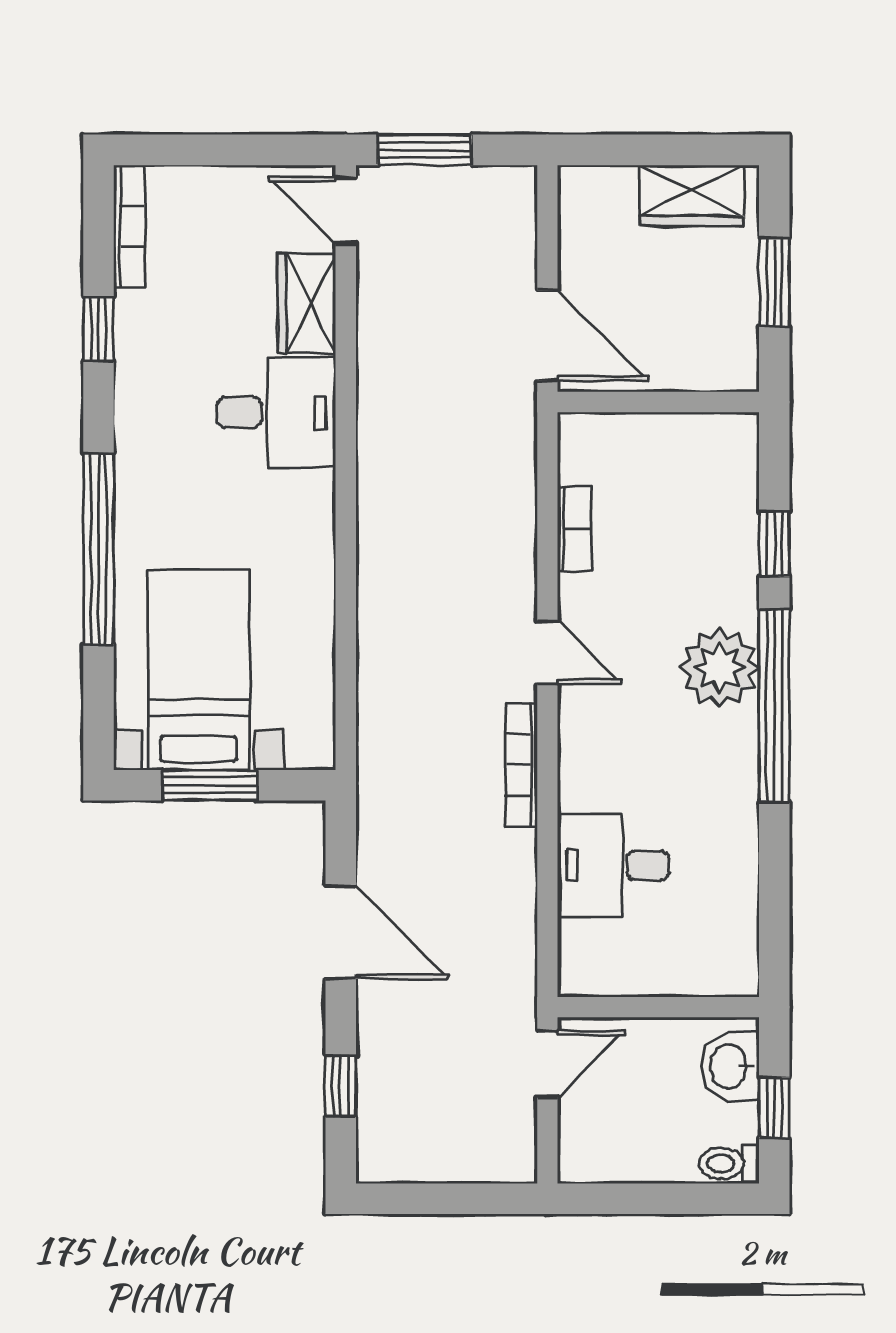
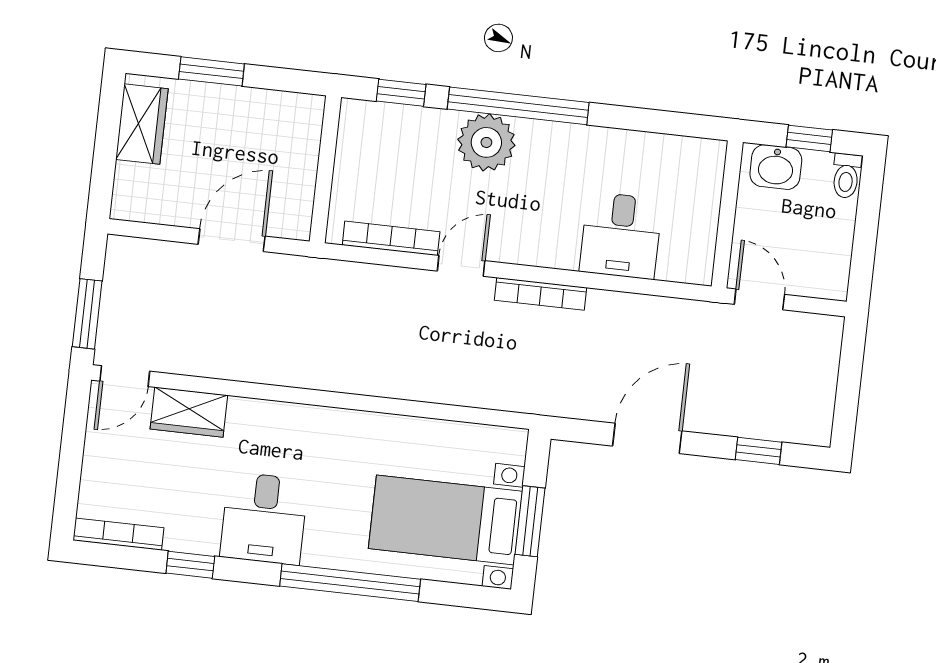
wall: (658, 402) -> (325, 169), moved
desk: (276, 413) -> (264, 518), moved, turned 180
bookcase: (574, 529) -> (391, 238), width x1.56

